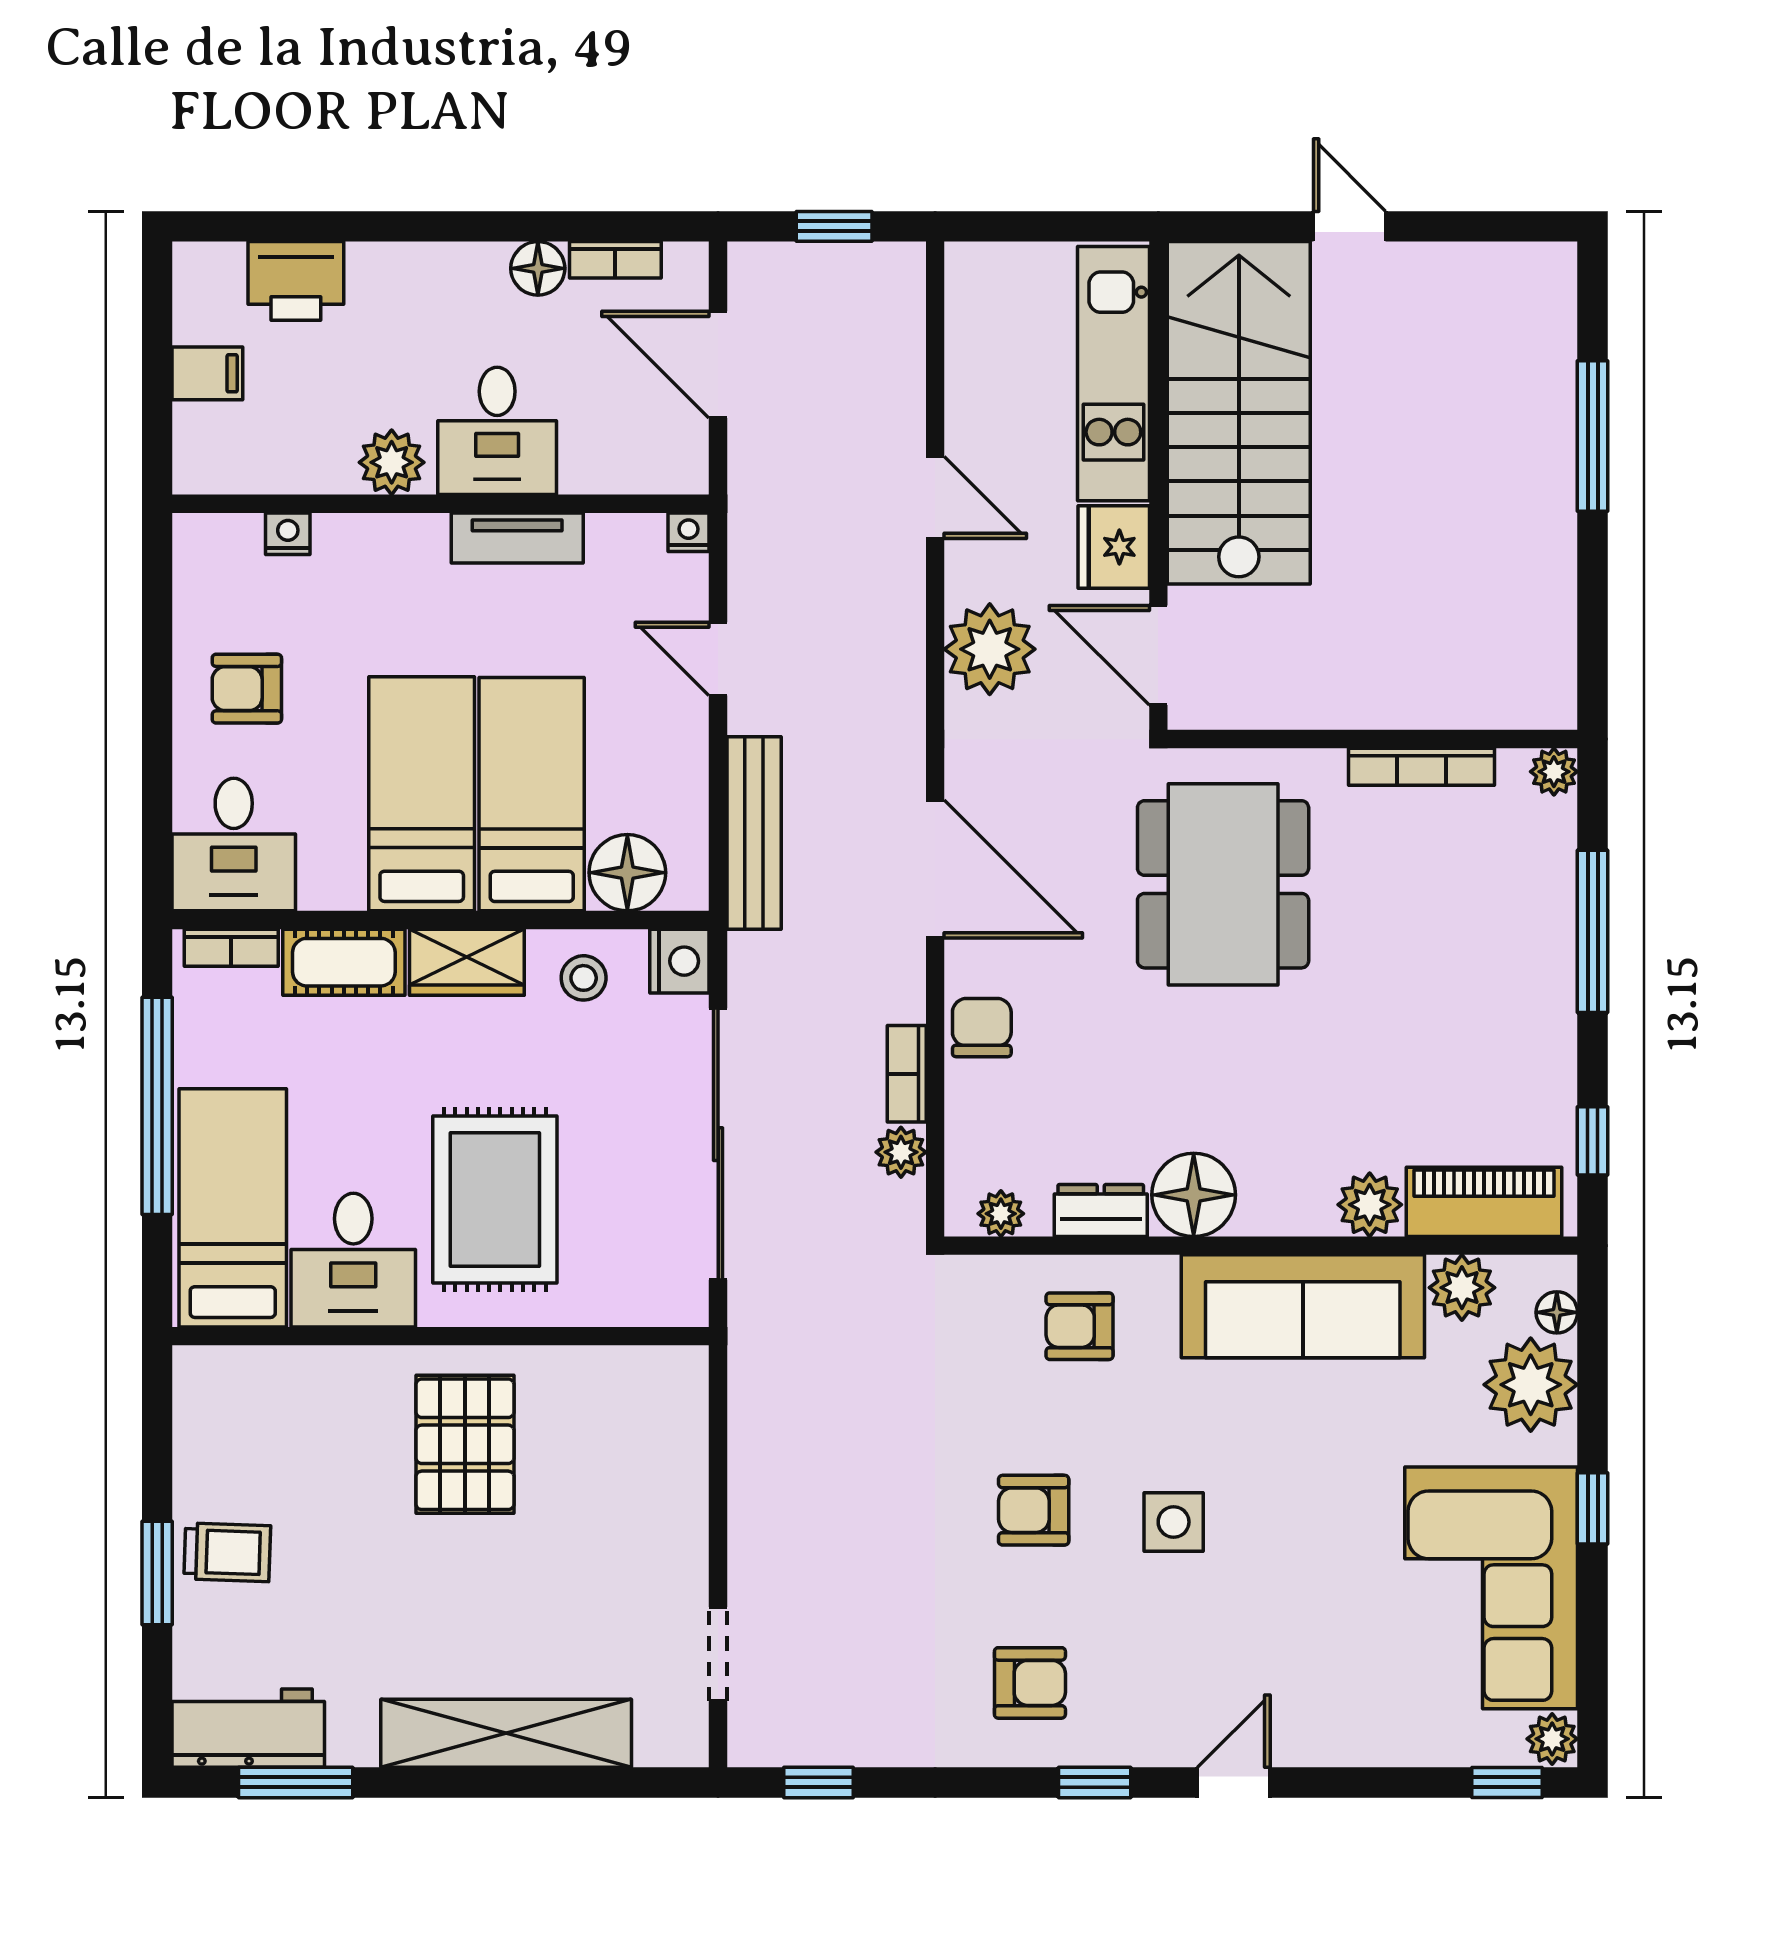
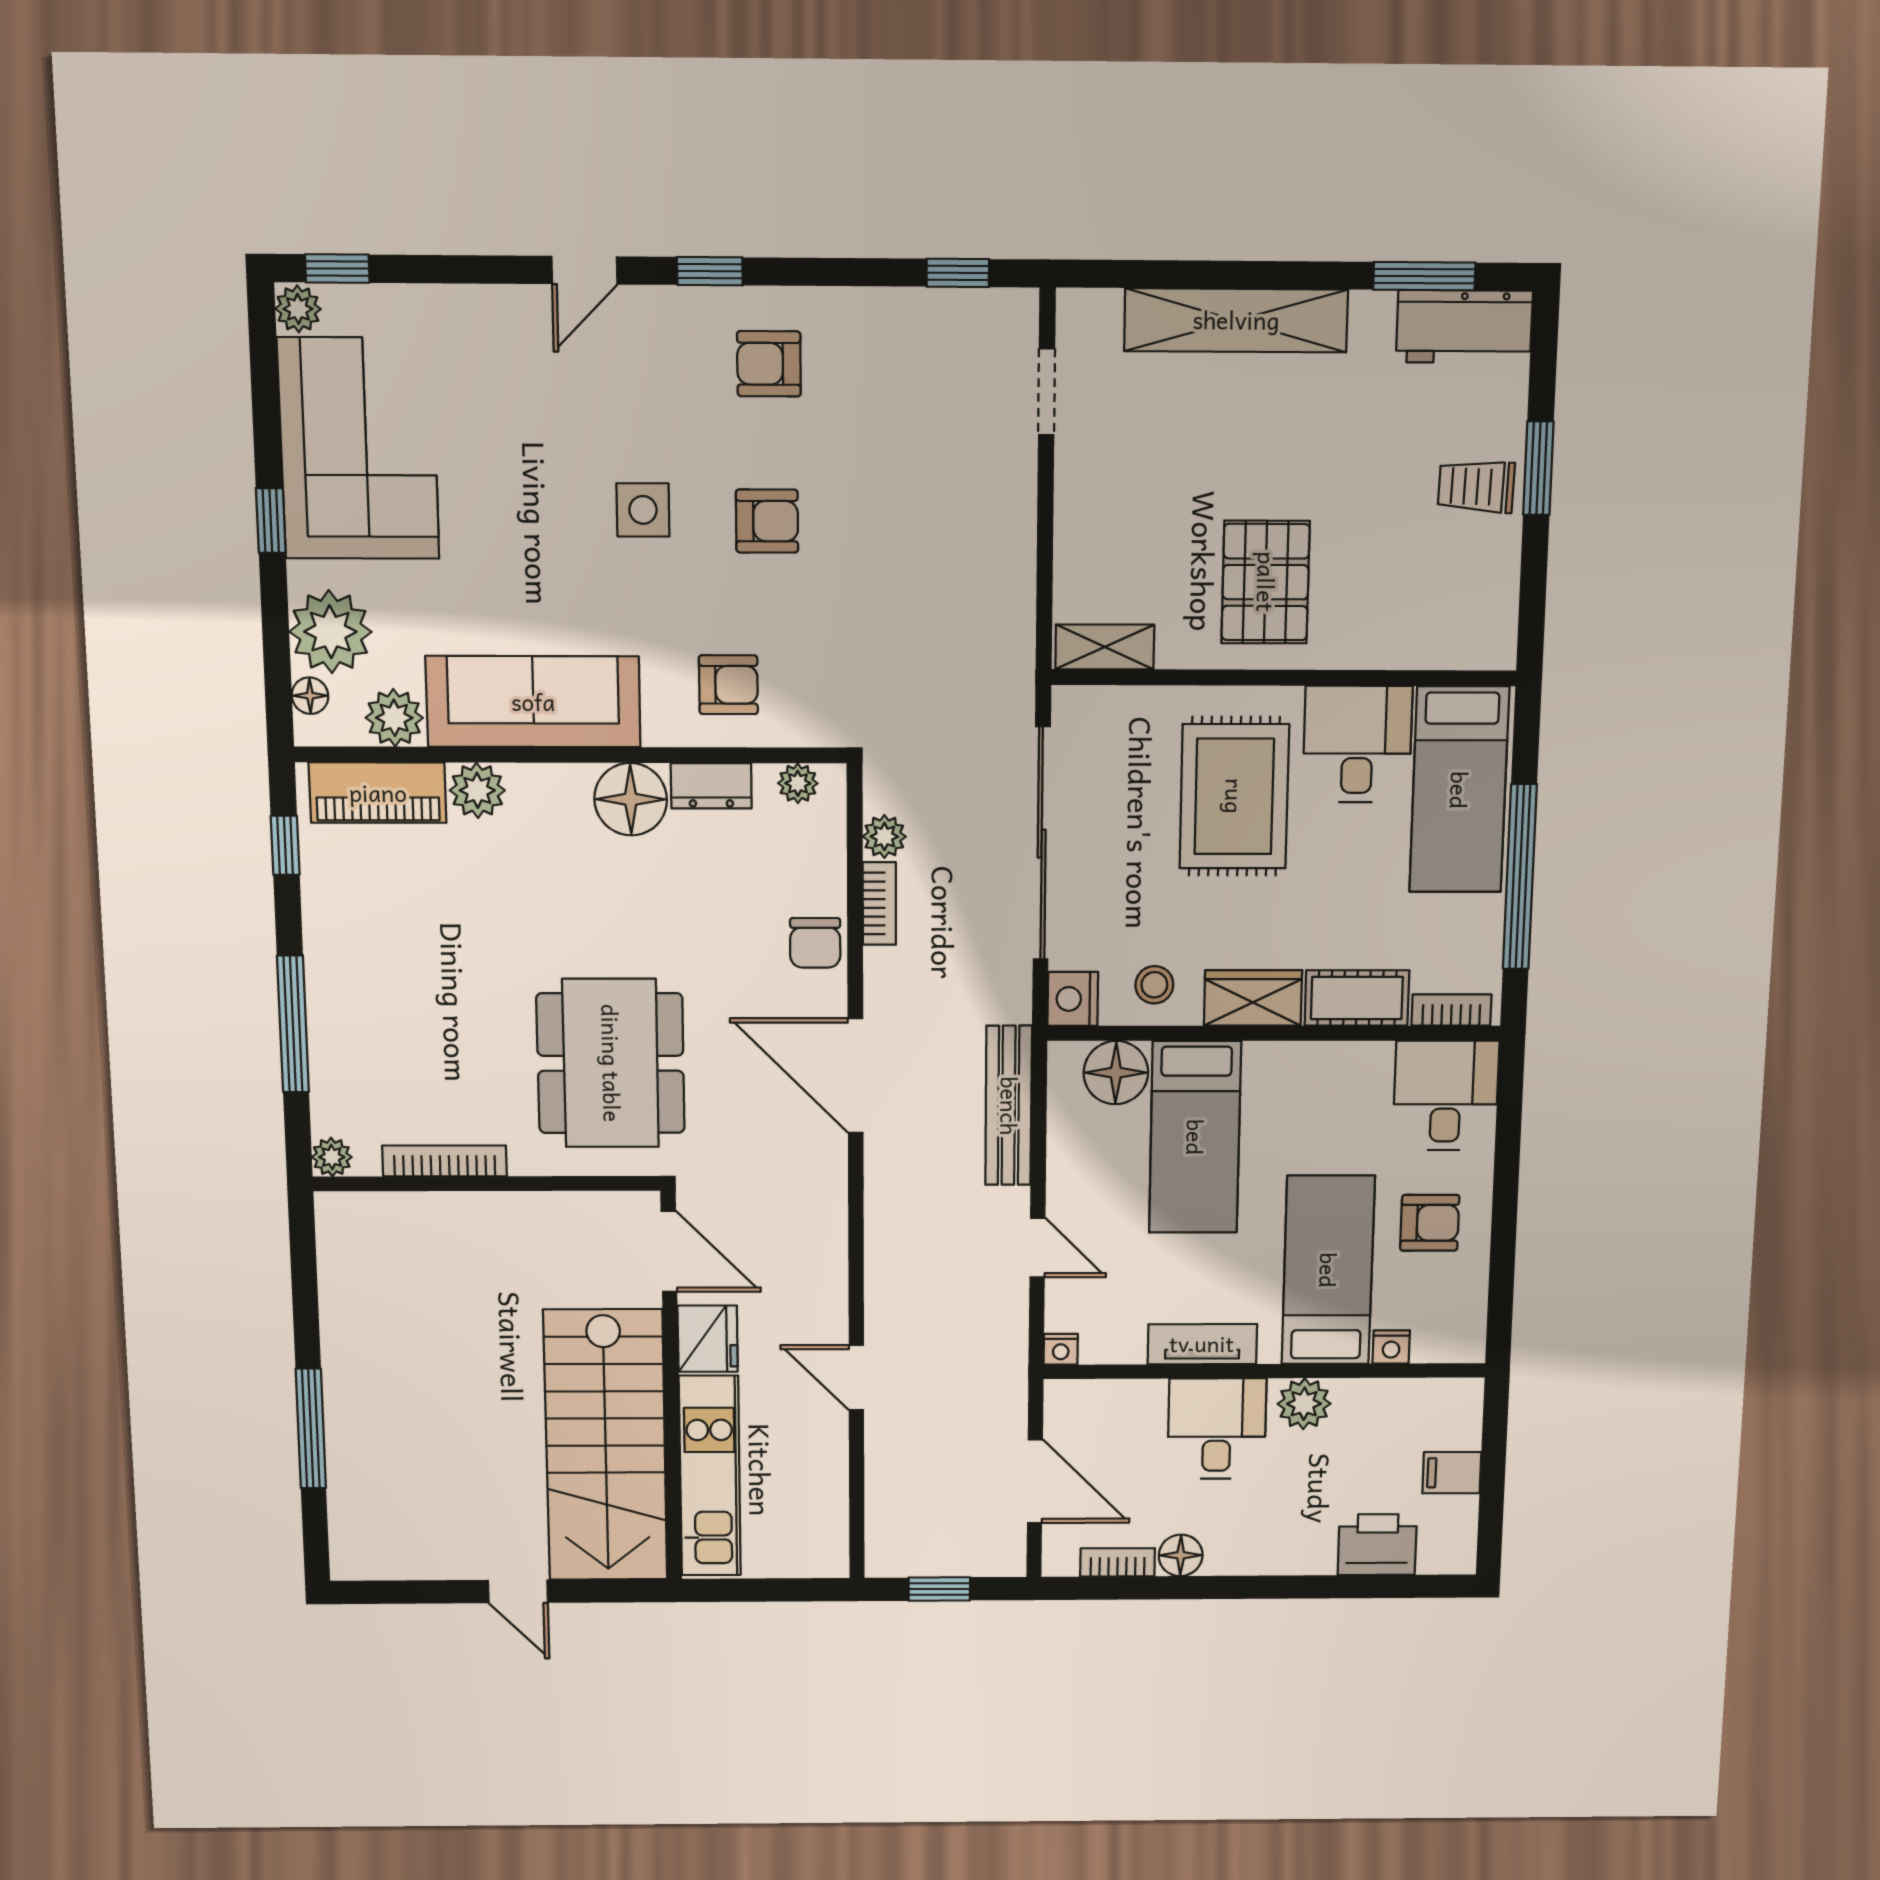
plant: (990, 649) -> (810, 1256), removed
bed: (422, 794) -> (1328, 1270), moved, turned 180
shelving: (648, 1371) -> (1105, 647), added

